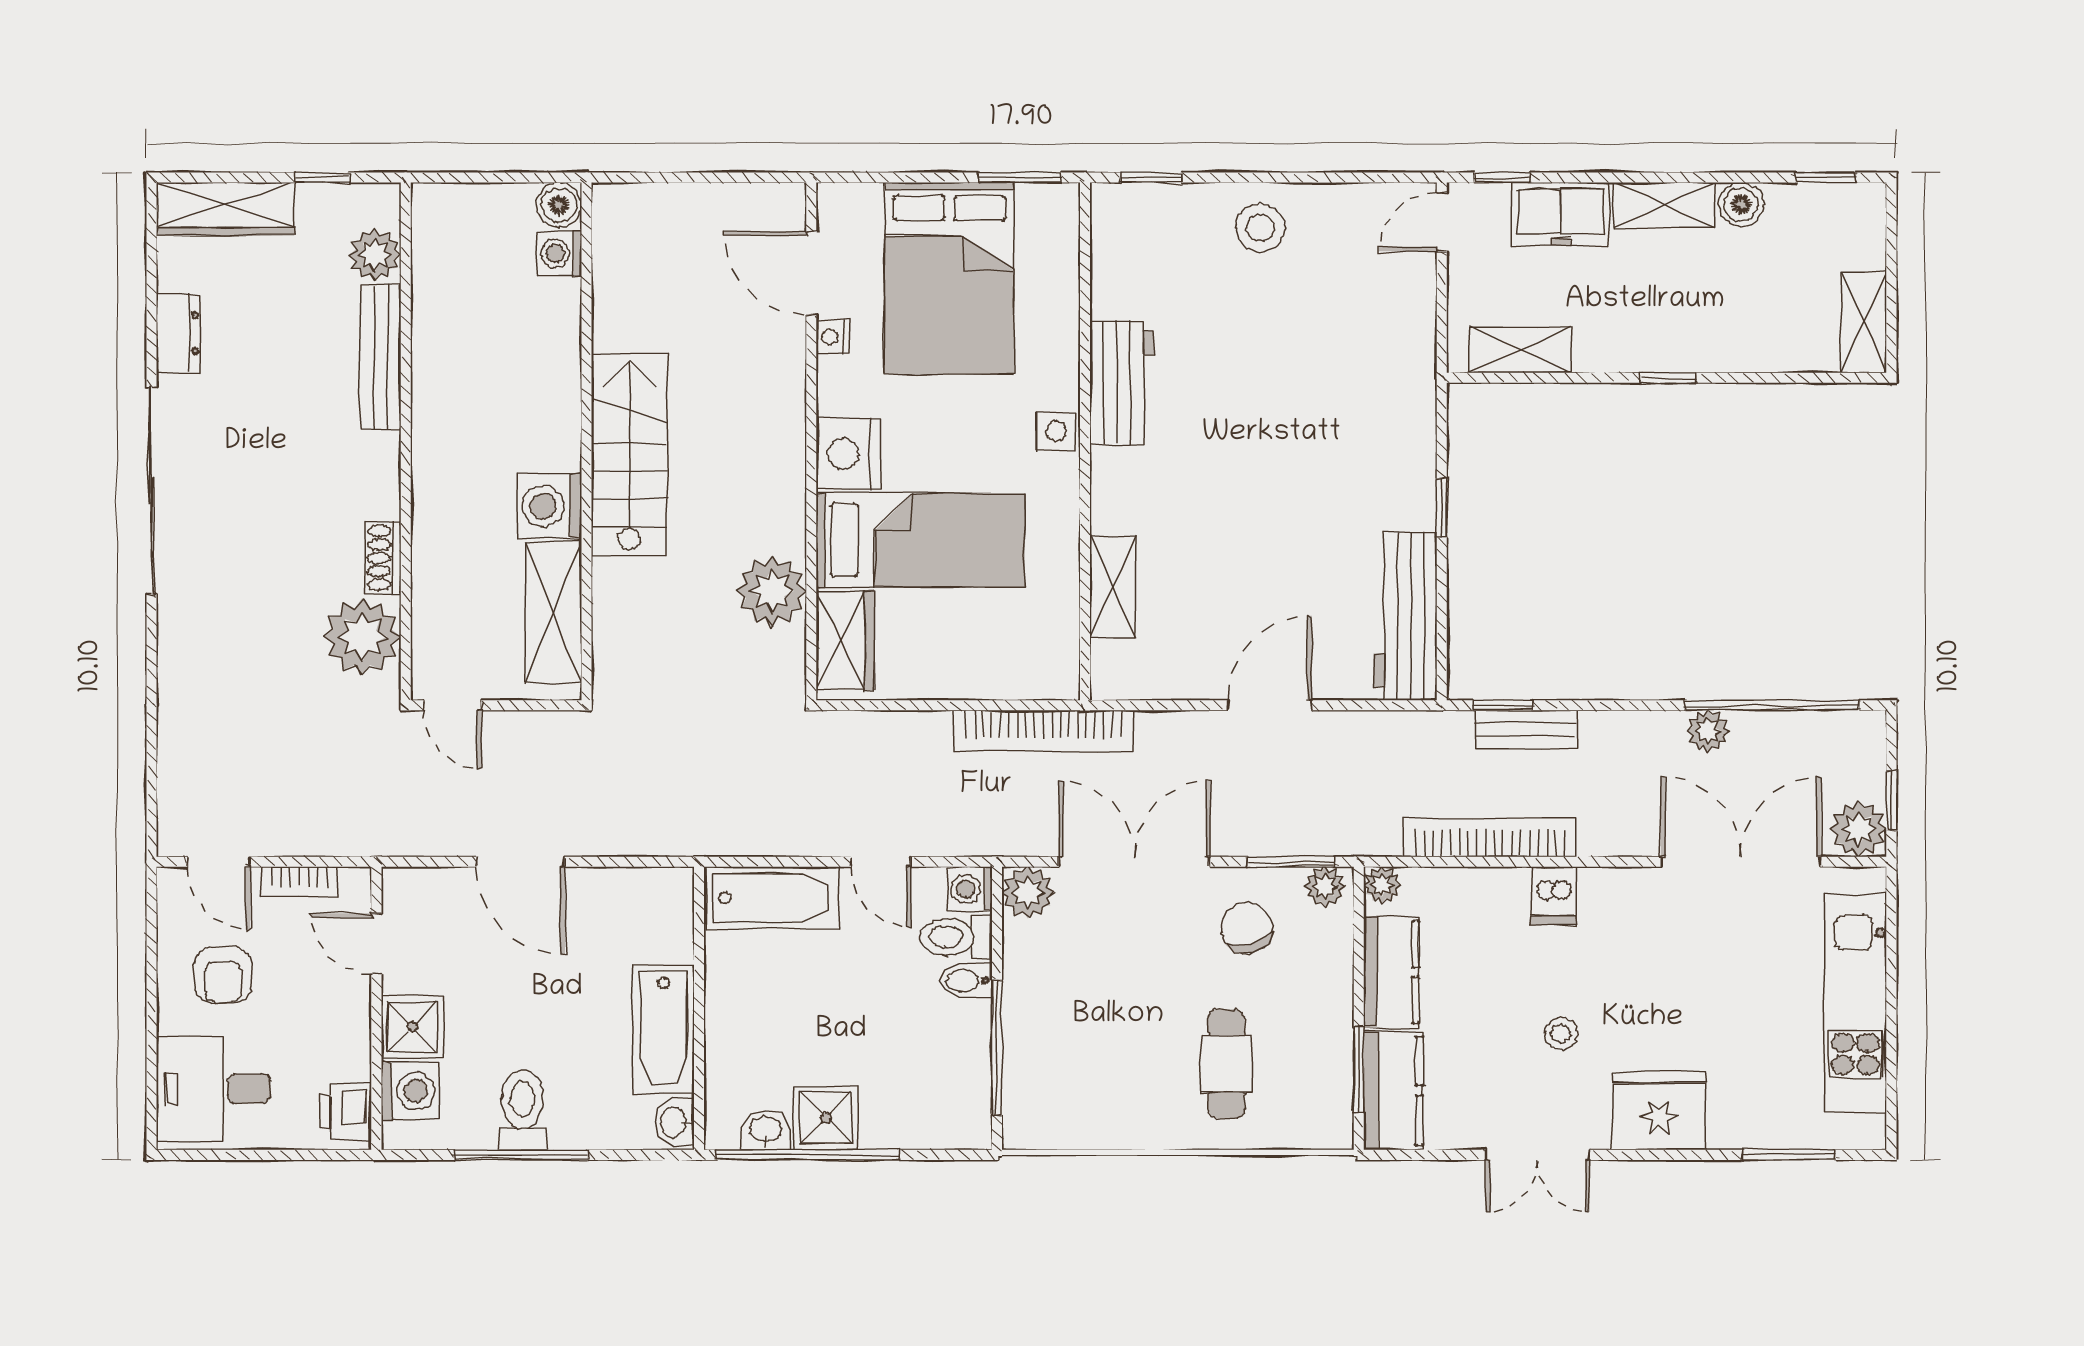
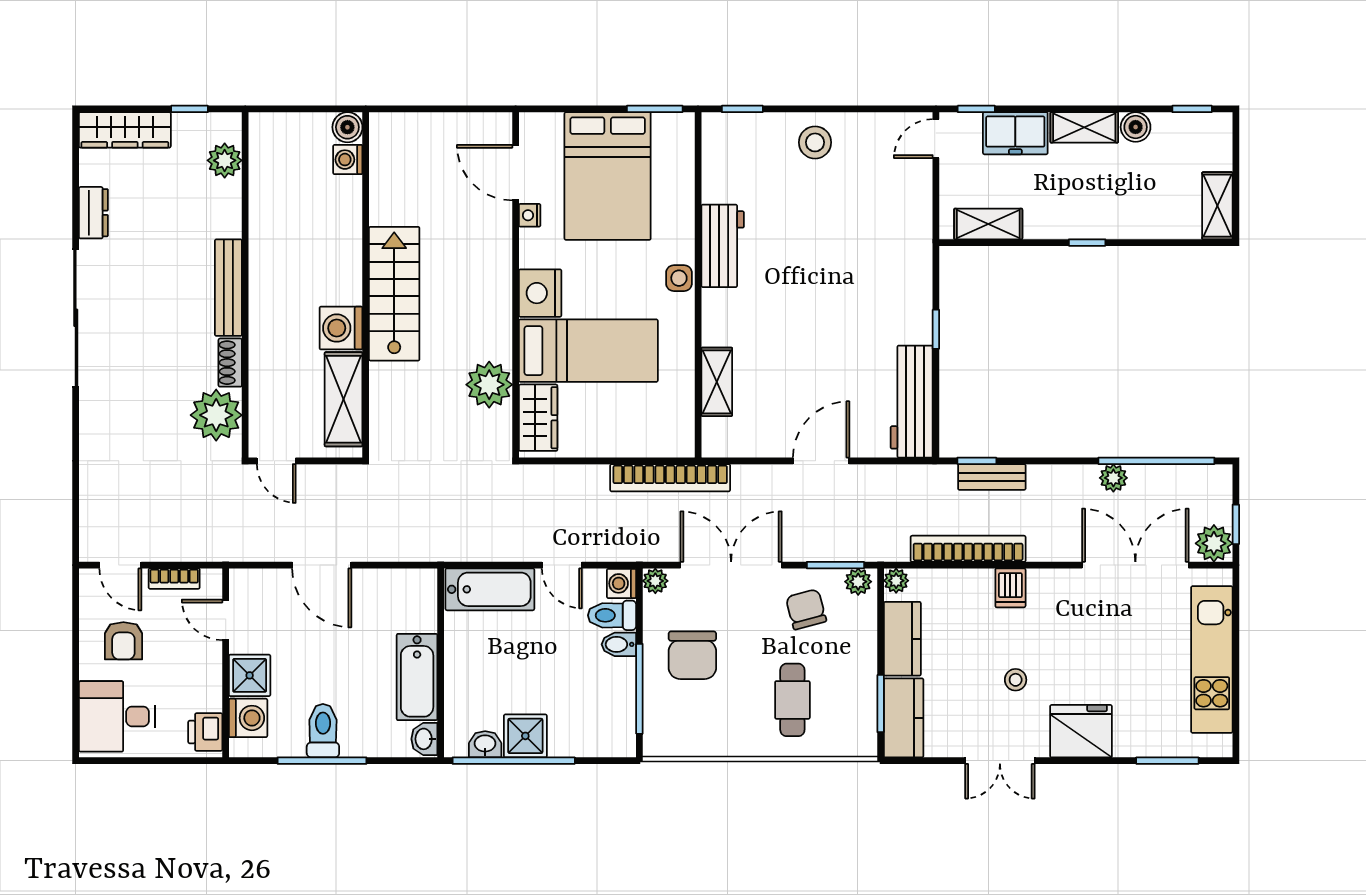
bench: (381, 357) -> (228, 288), moved
plant: (1028, 892) -> (655, 581), width x0.73, depth x0.73
chair: (1076, 997) -> (692, 655), added

